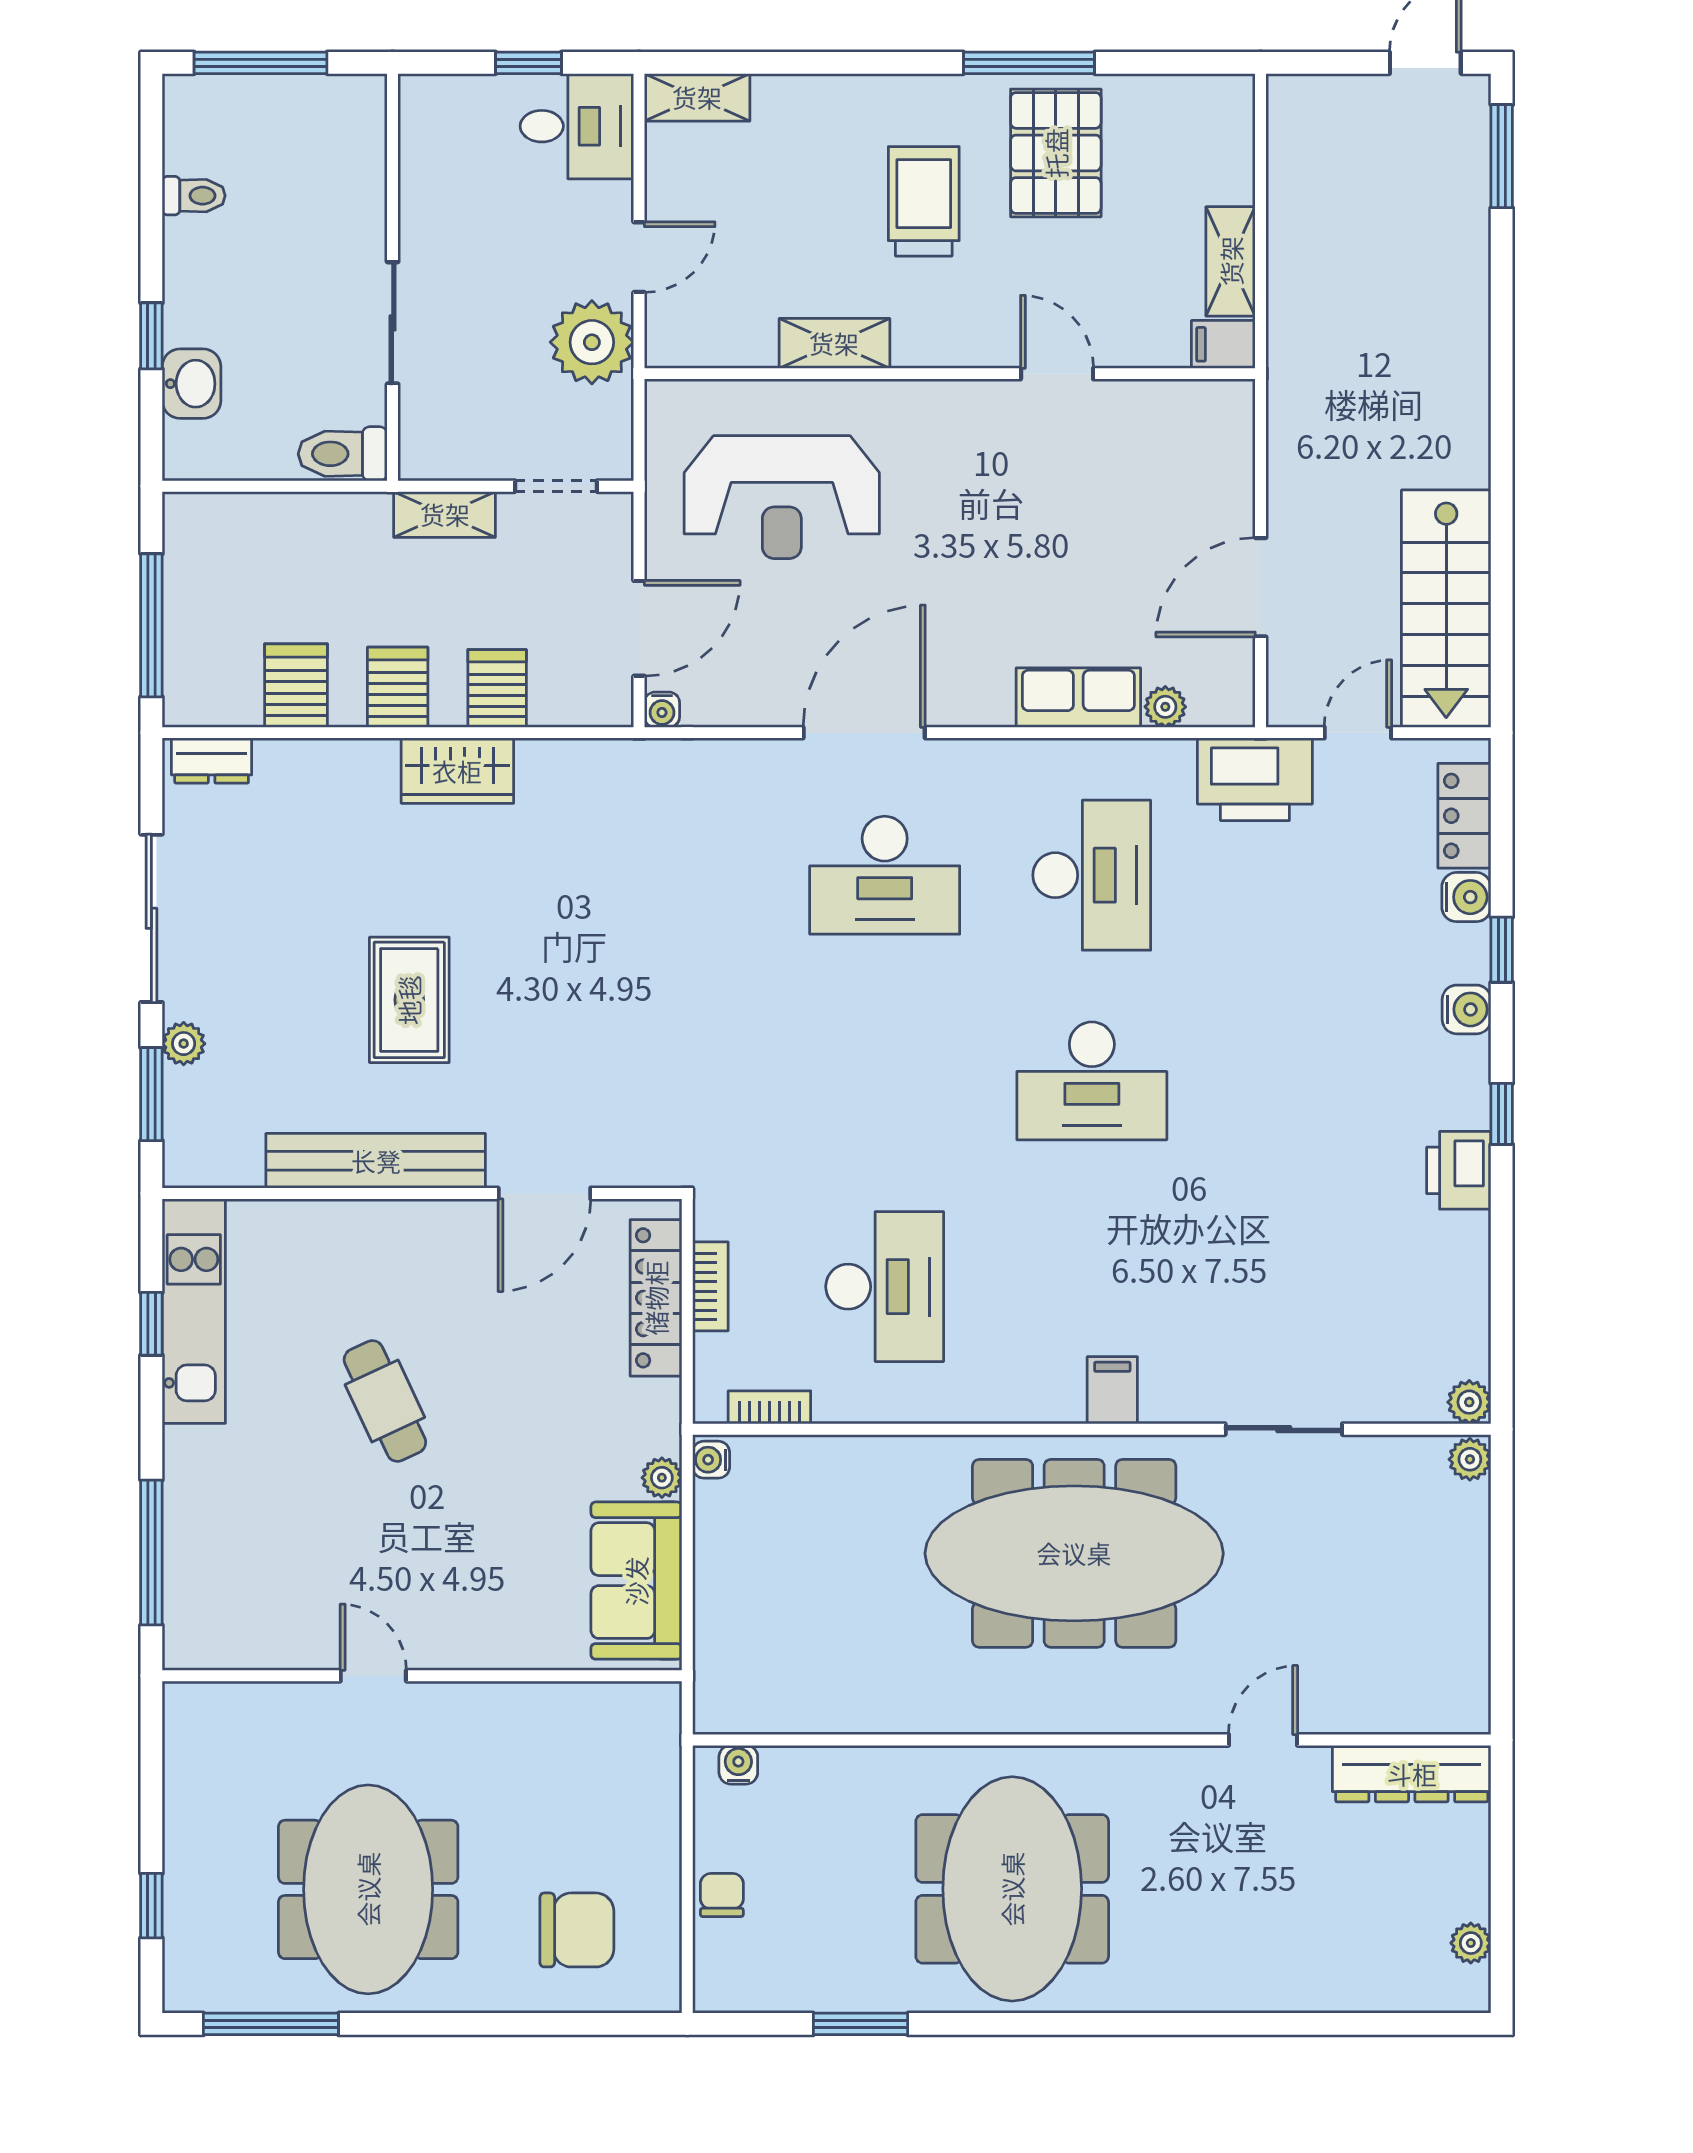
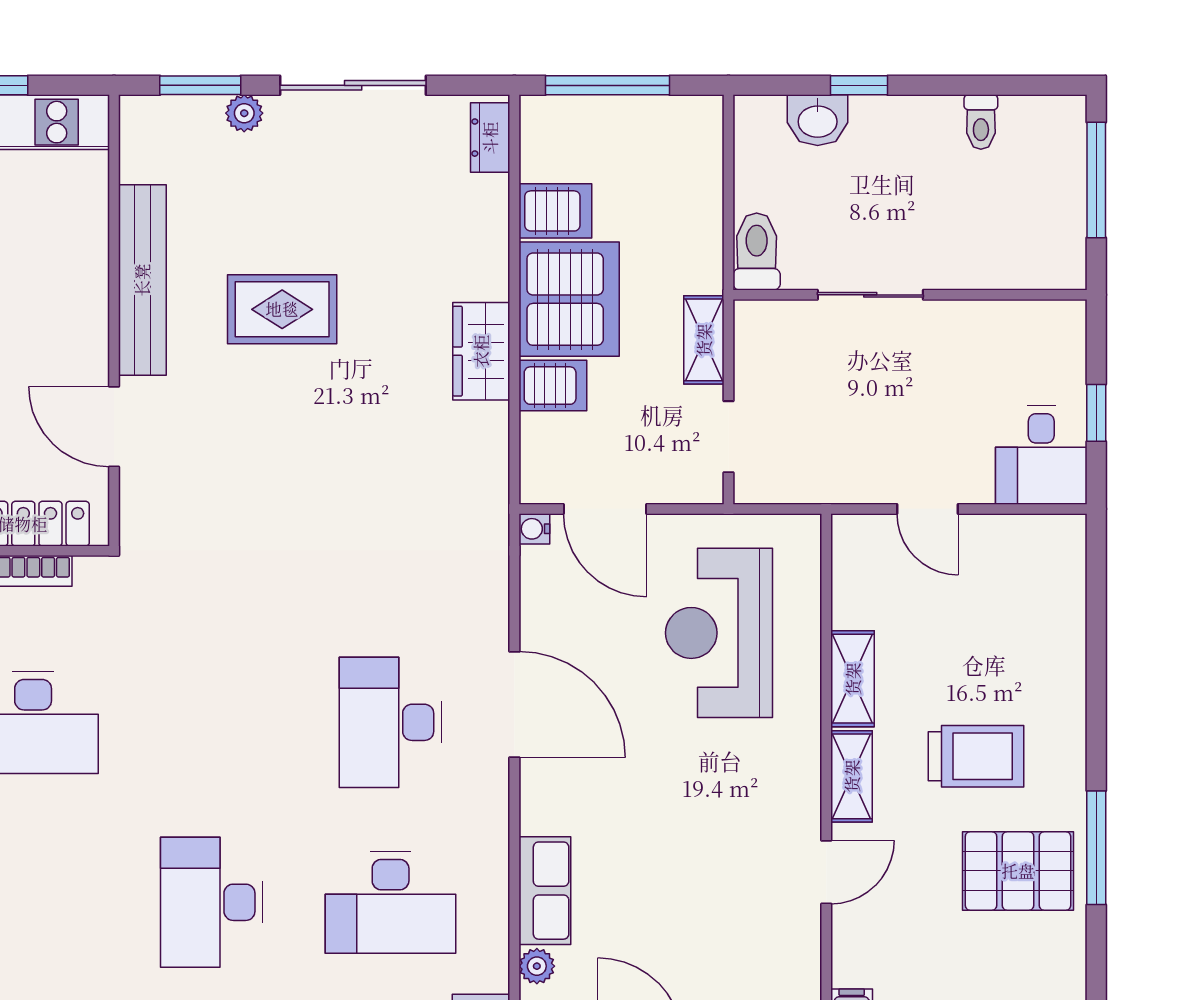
shelving: (697, 97) -> (852, 776), moved
plant: (592, 342) -> (854, 468), removed
server rack: (398, 687) -> (569, 299), width x2.18, depth x1.44

